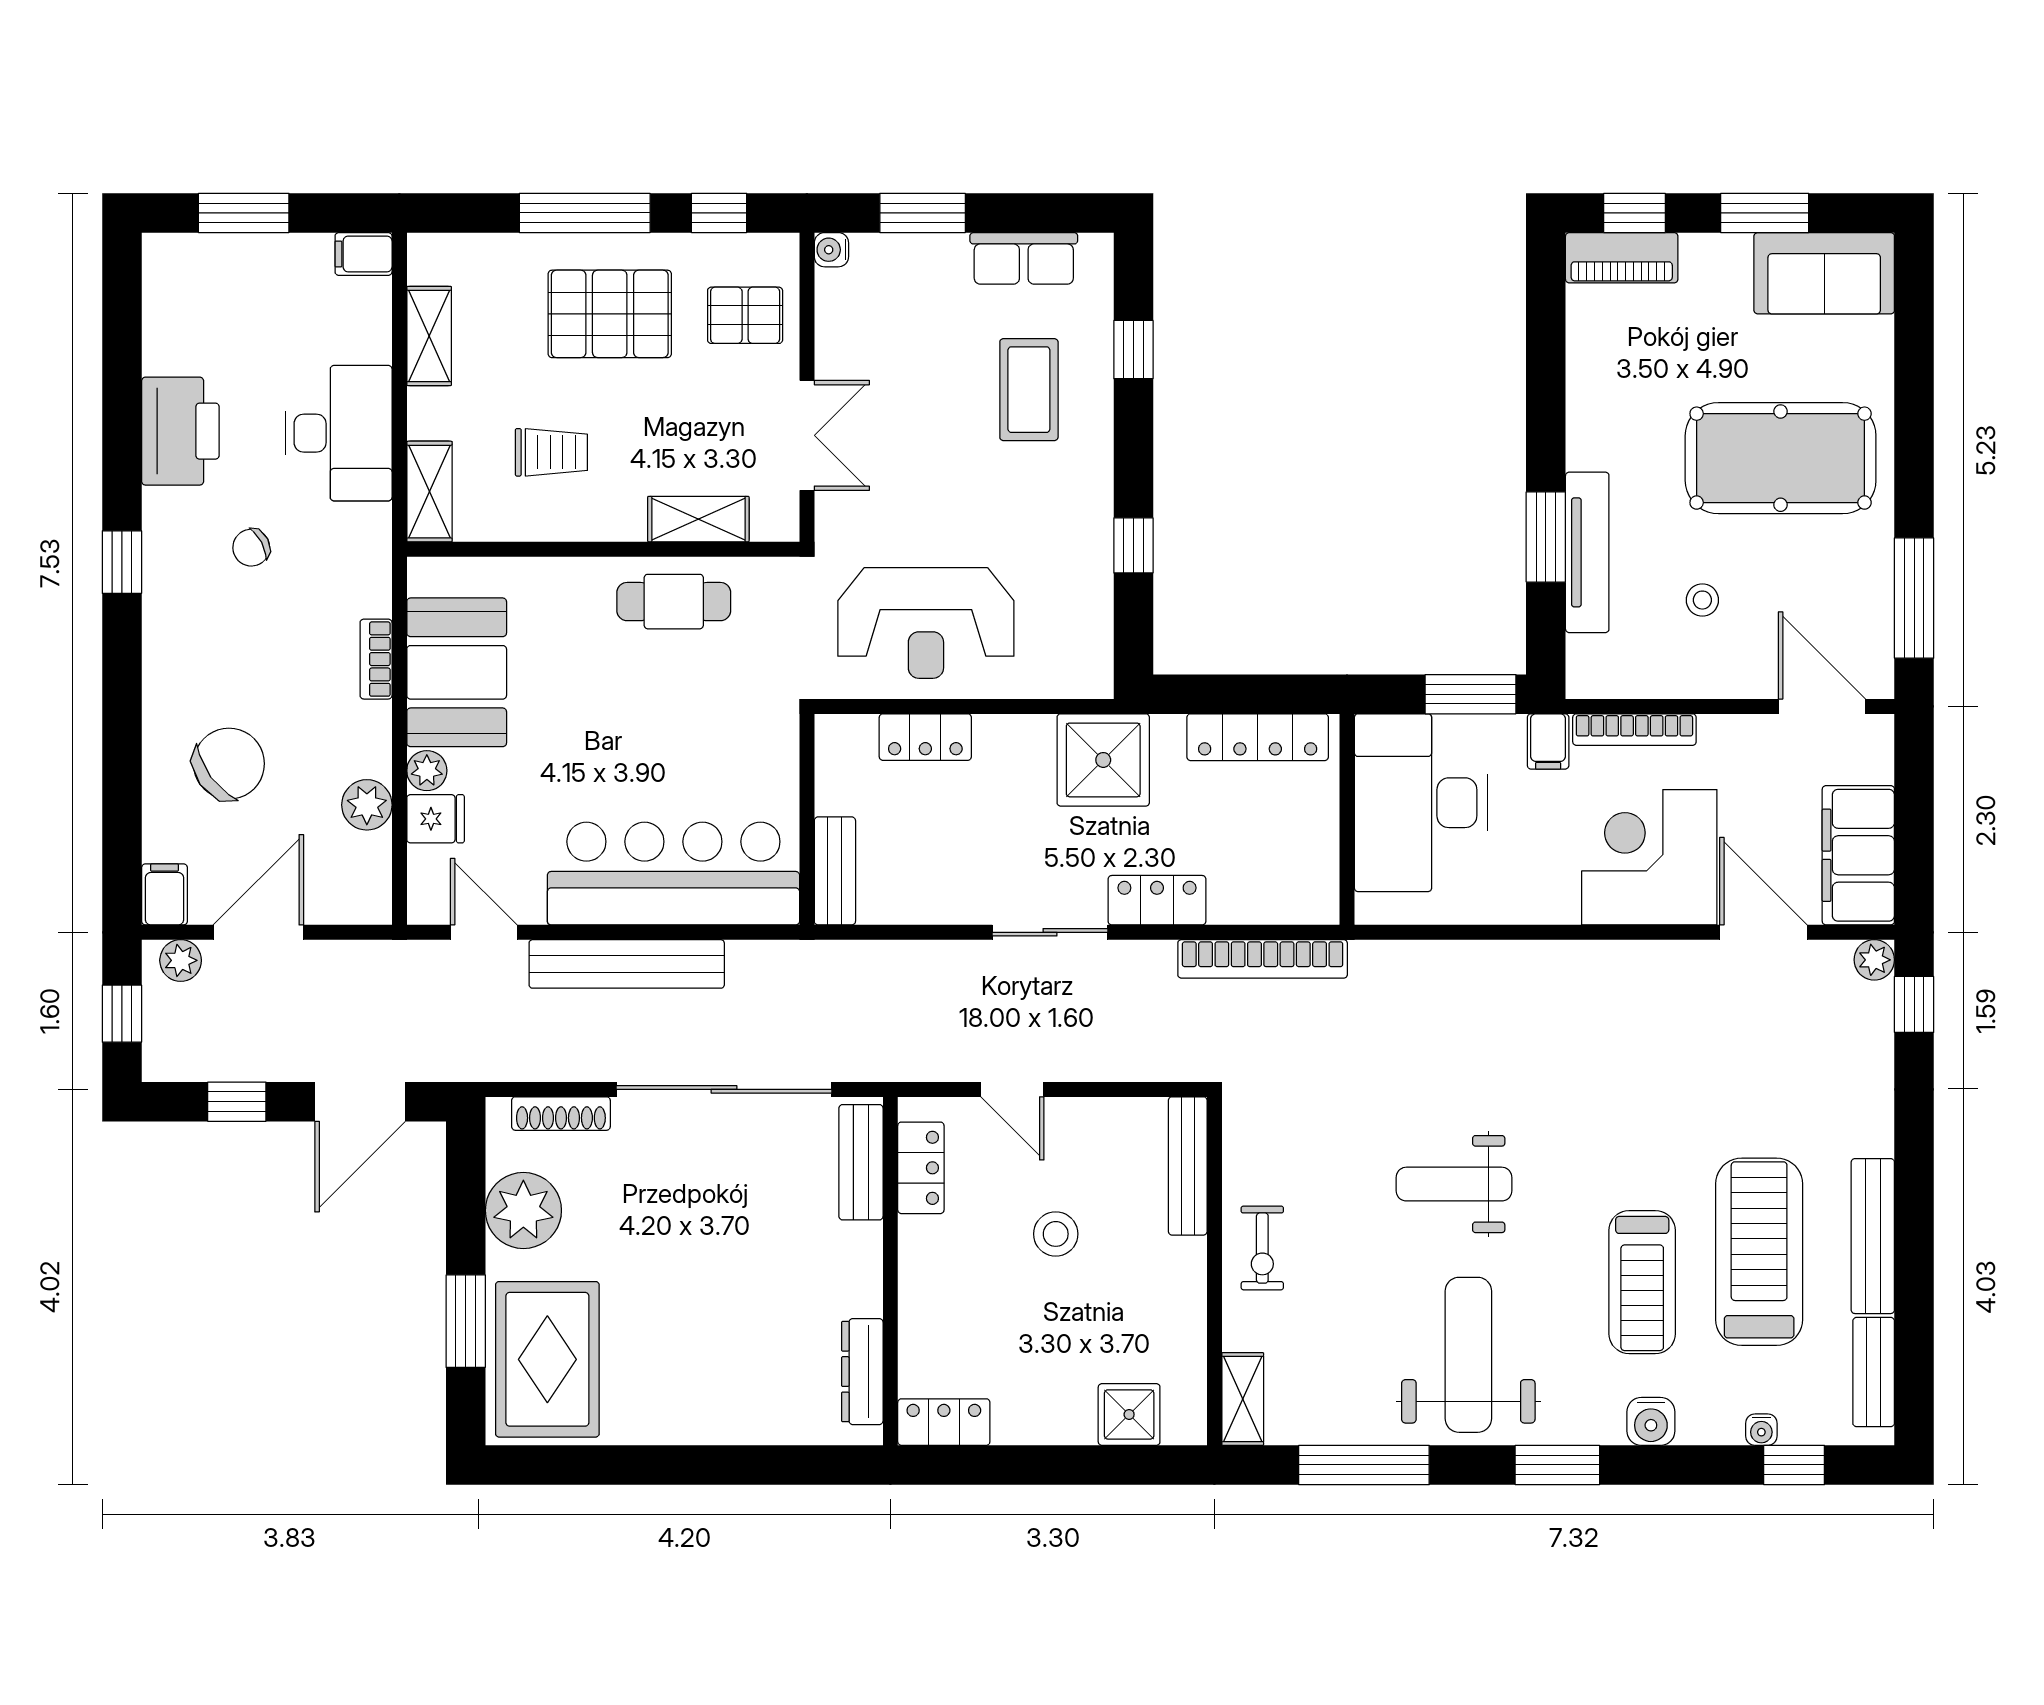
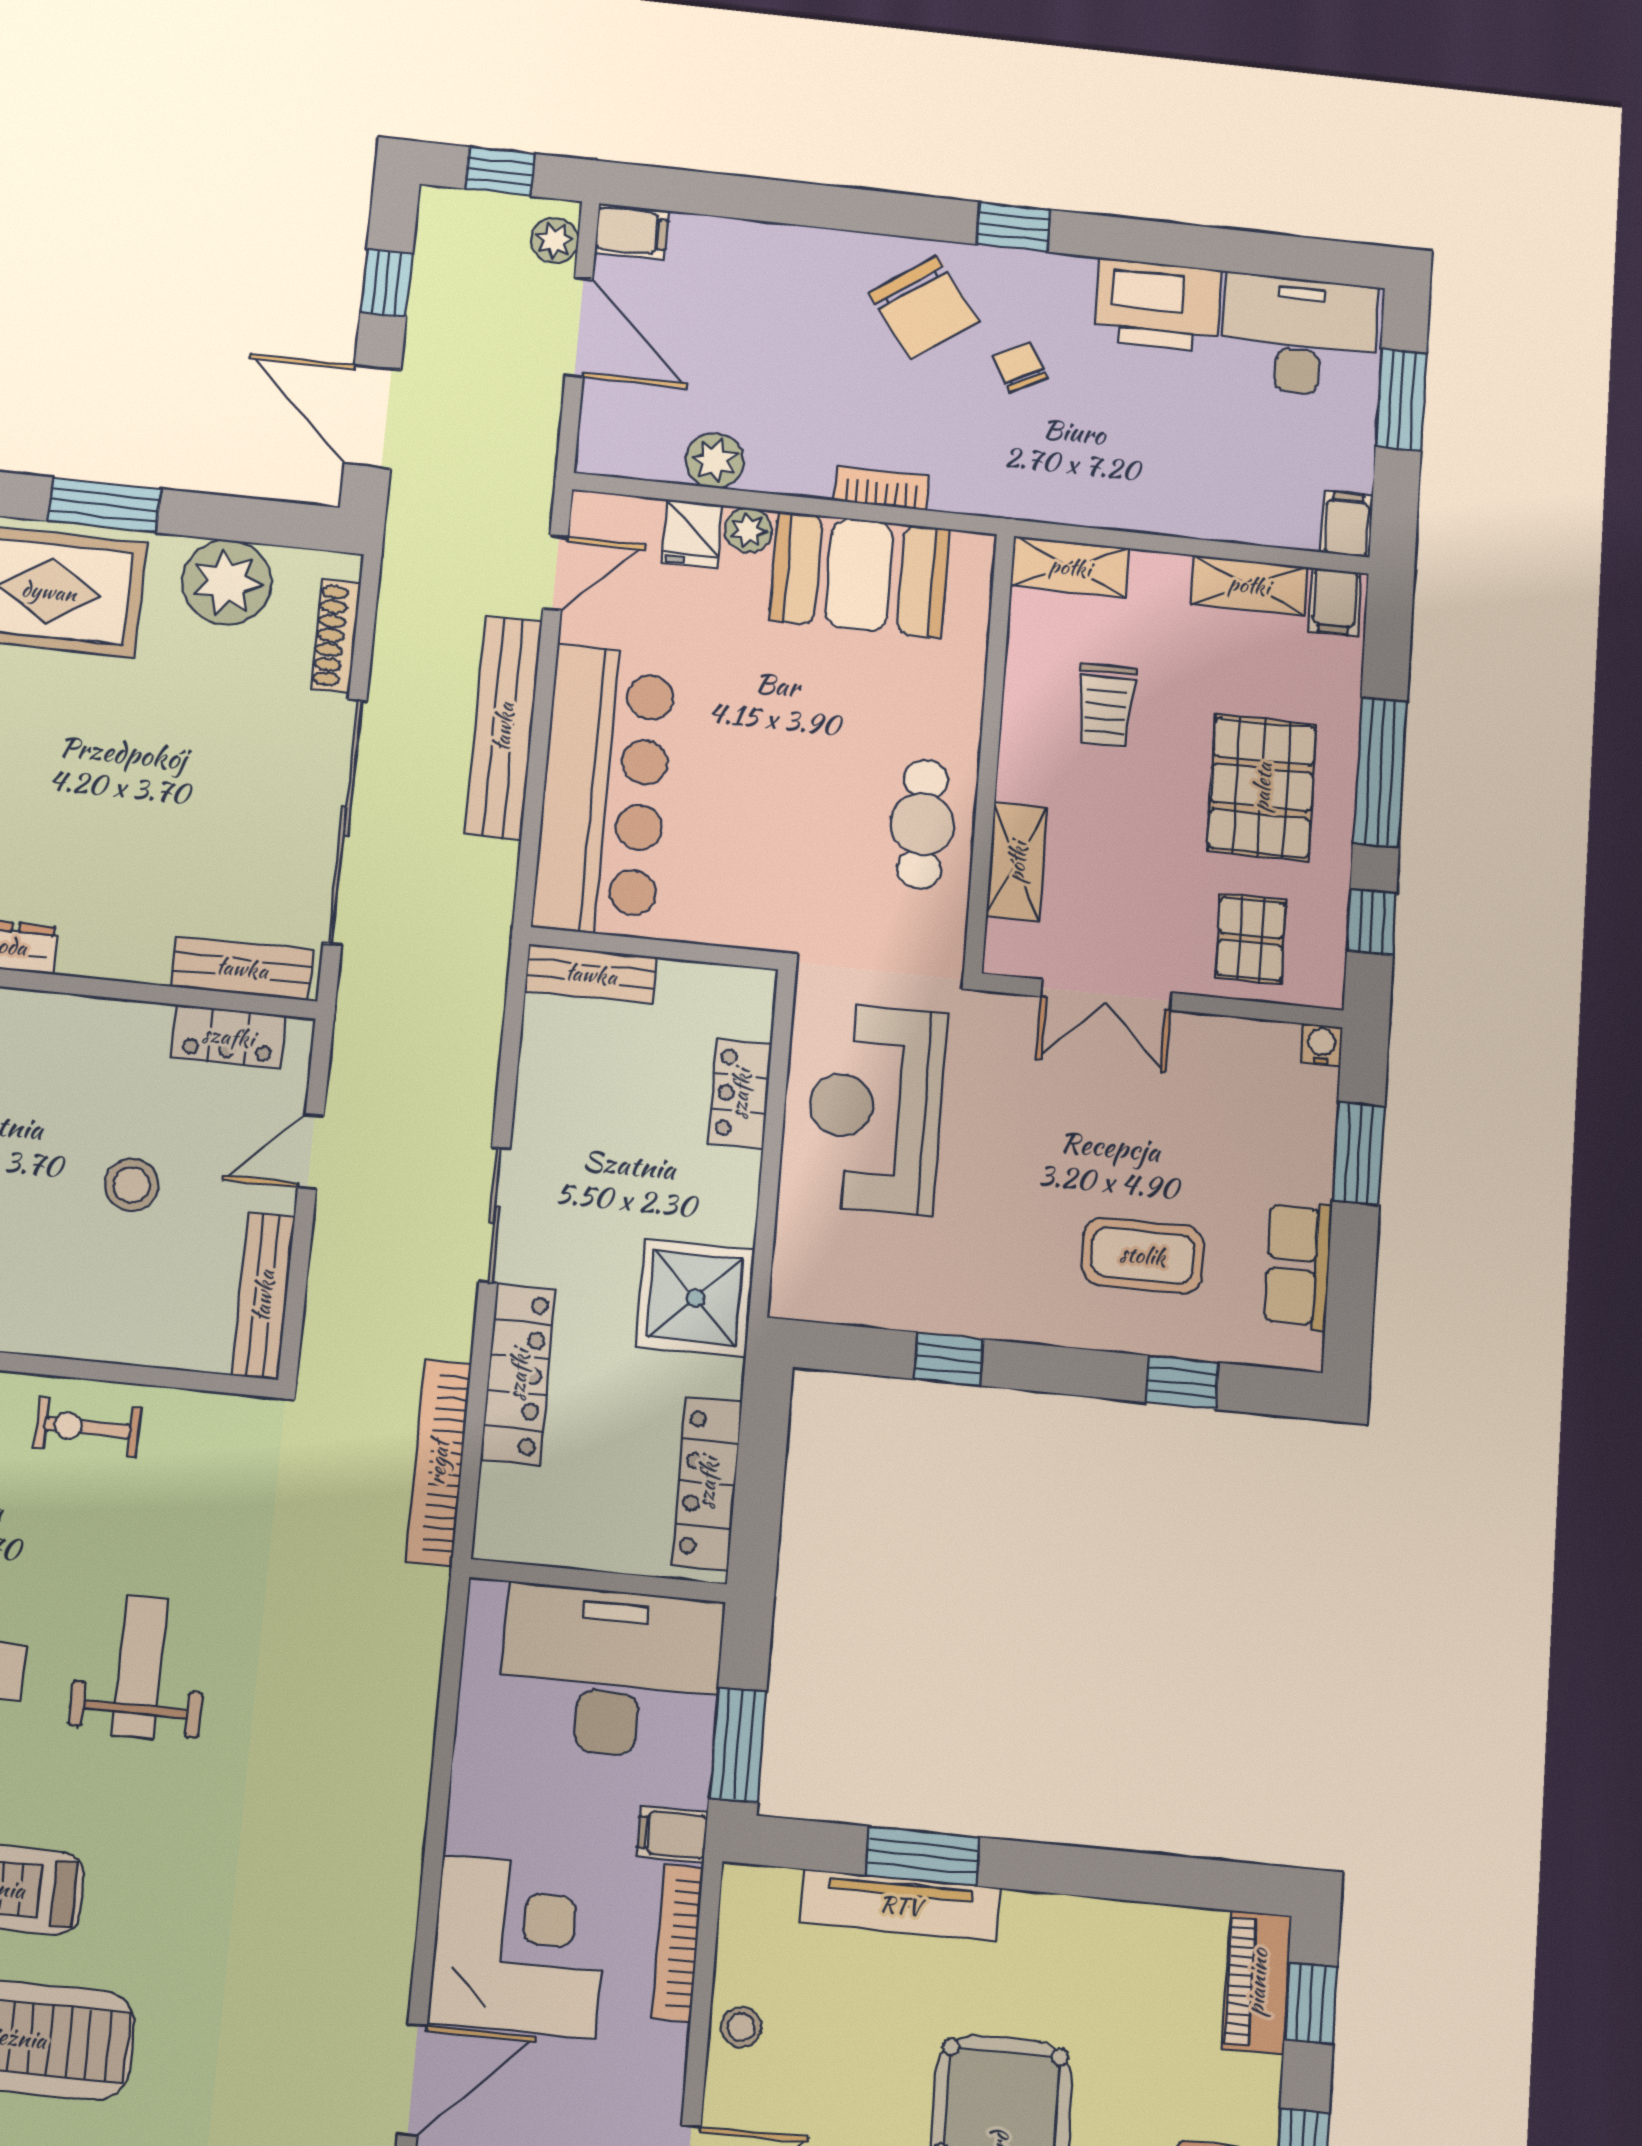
filing cabinet: (436, 261) -> (1335, 602), added
desk: (339, 433) -> (1299, 336), moved, turned 180
stool: (1702, 600) -> (741, 2027), moved
chair: (229, 764) -> (924, 308), moved
locker: (1157, 900) -> (518, 1375), width x1.53
bench: (1188, 1166) -> (263, 1296), moved, turned 90

